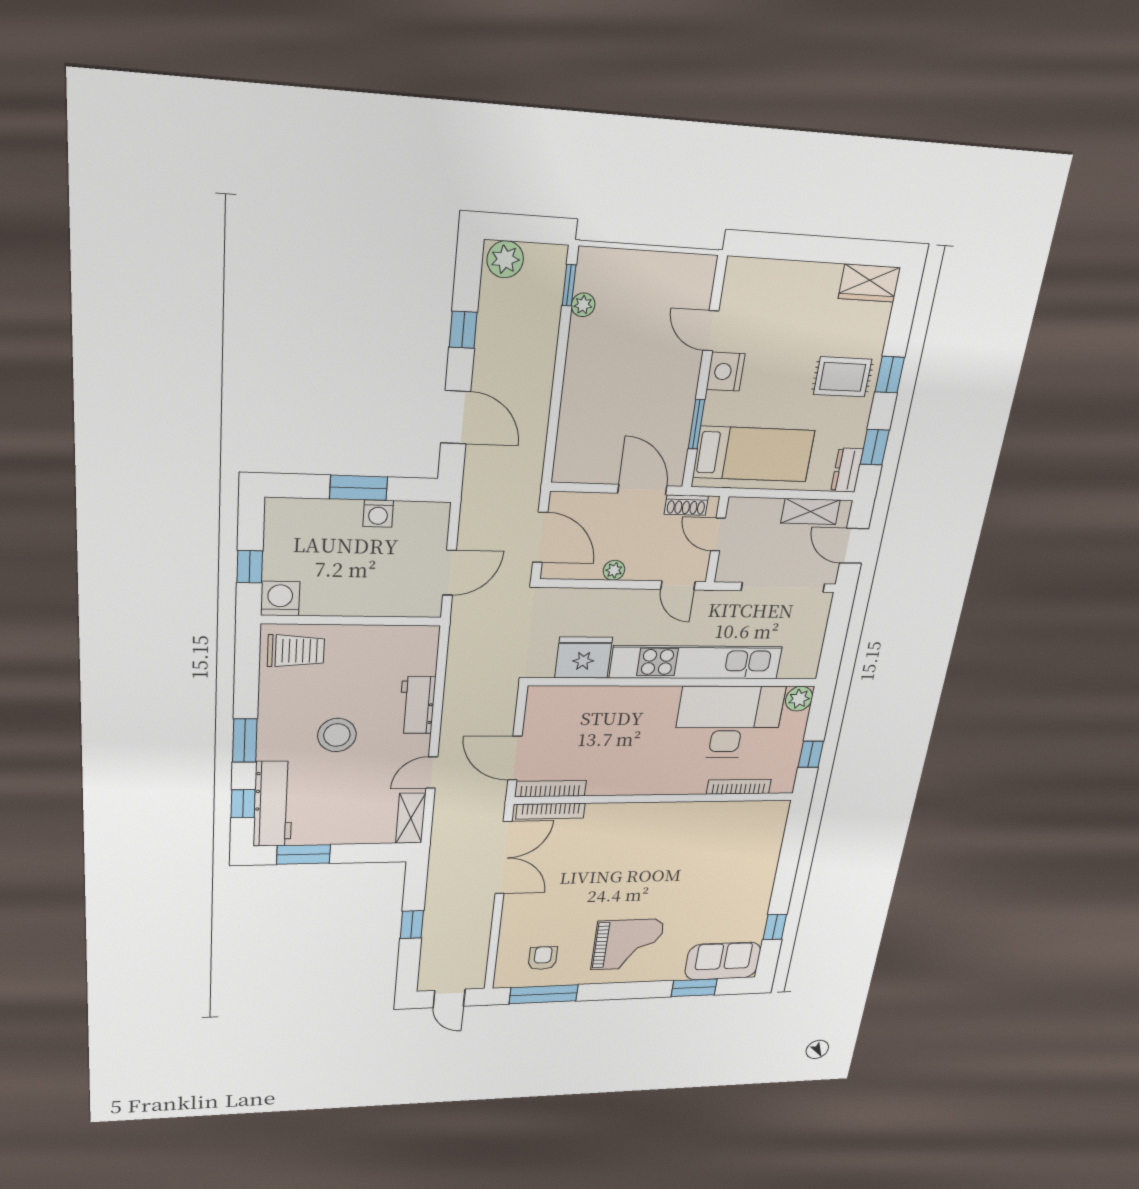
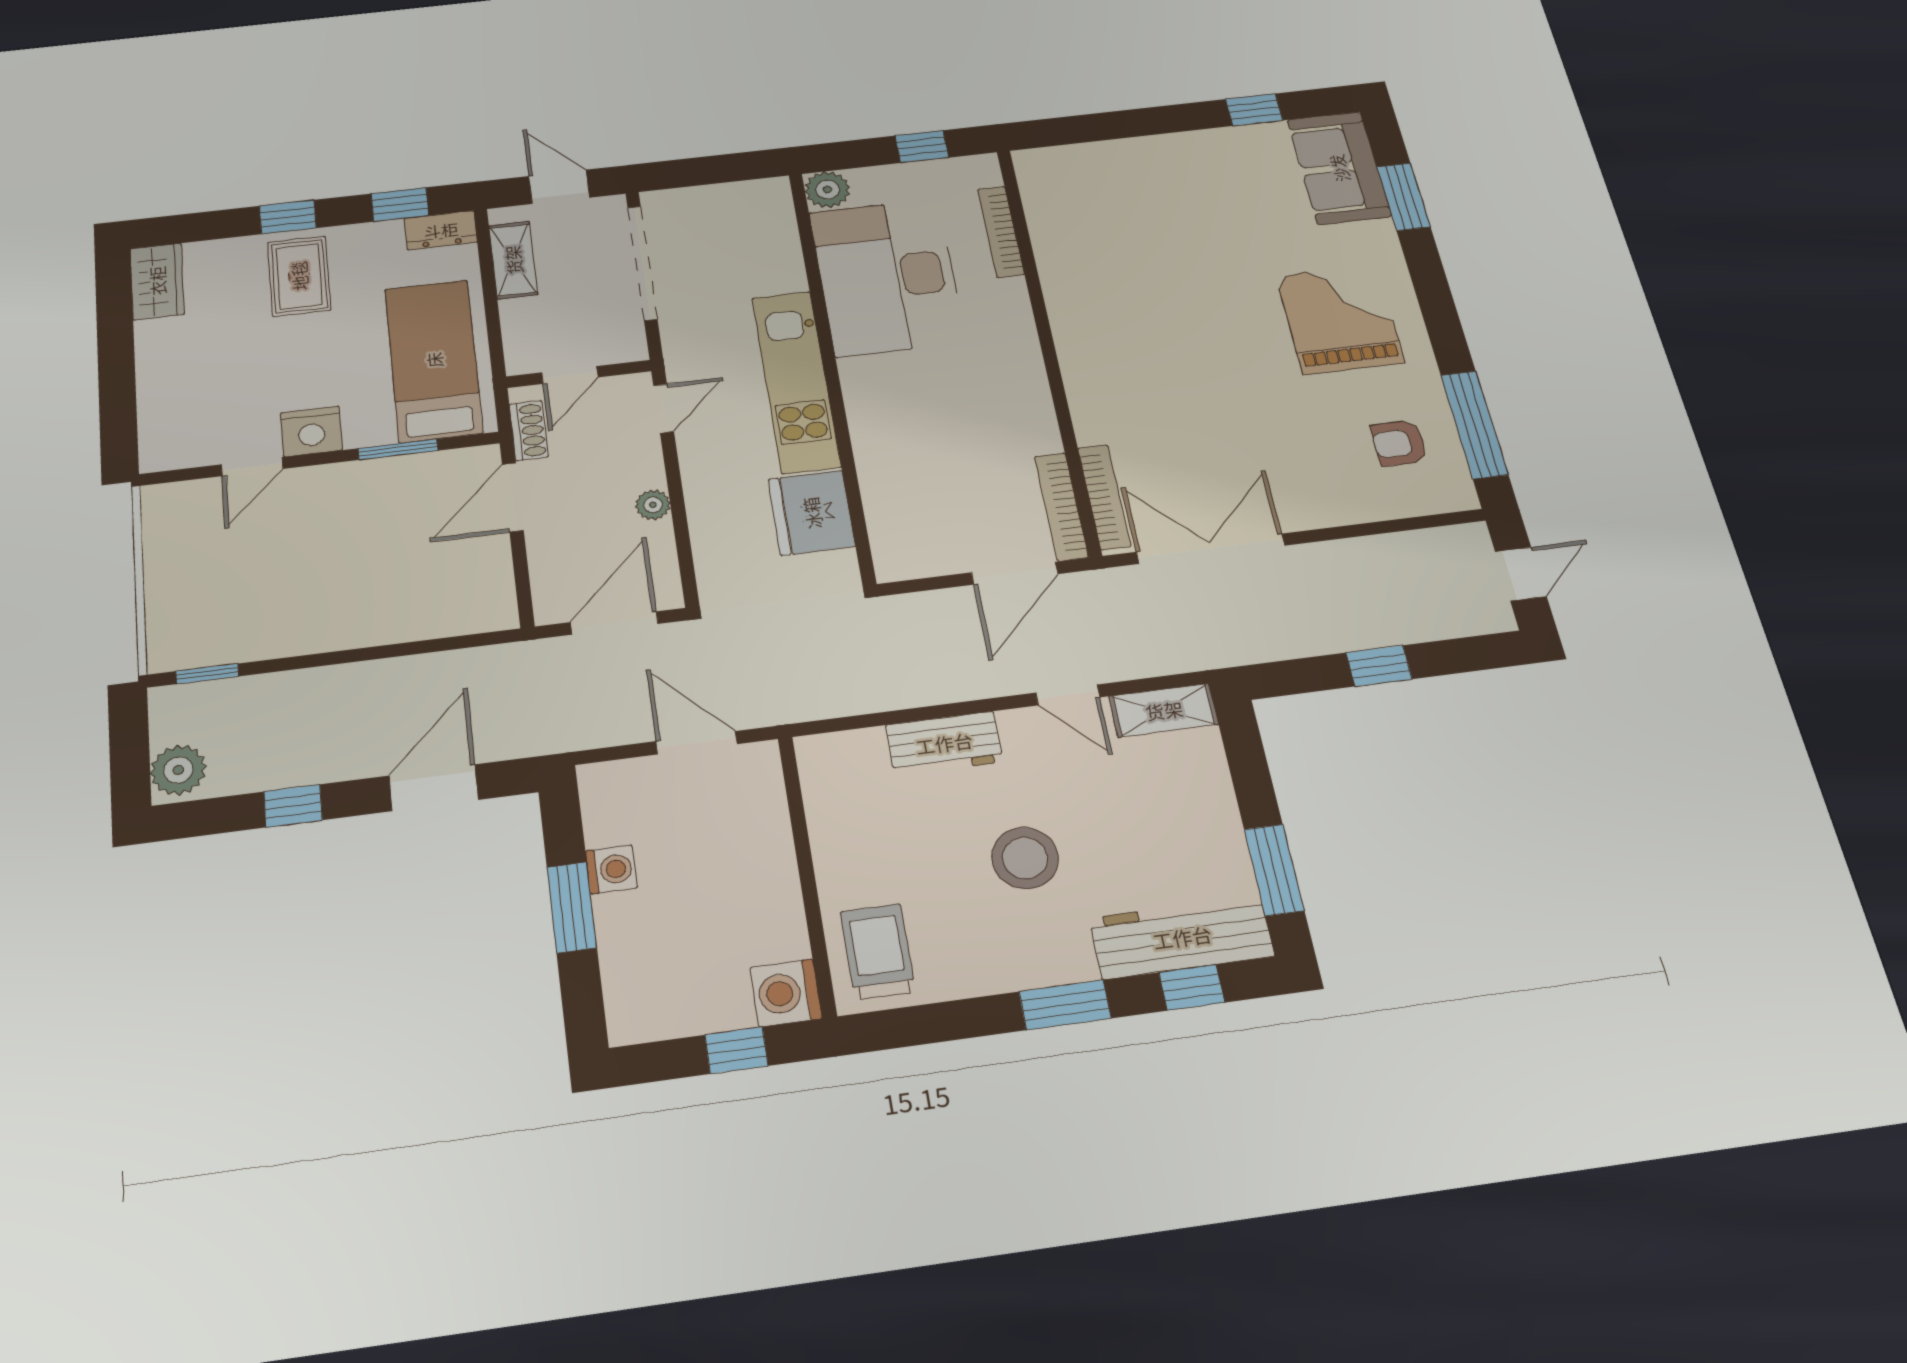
plant: (583, 305) -> (234, 648), removed
door: (854, 546) -> (559, 187), swing flipped
kitchen unit: (696, 662) -> (796, 381), width x0.73

